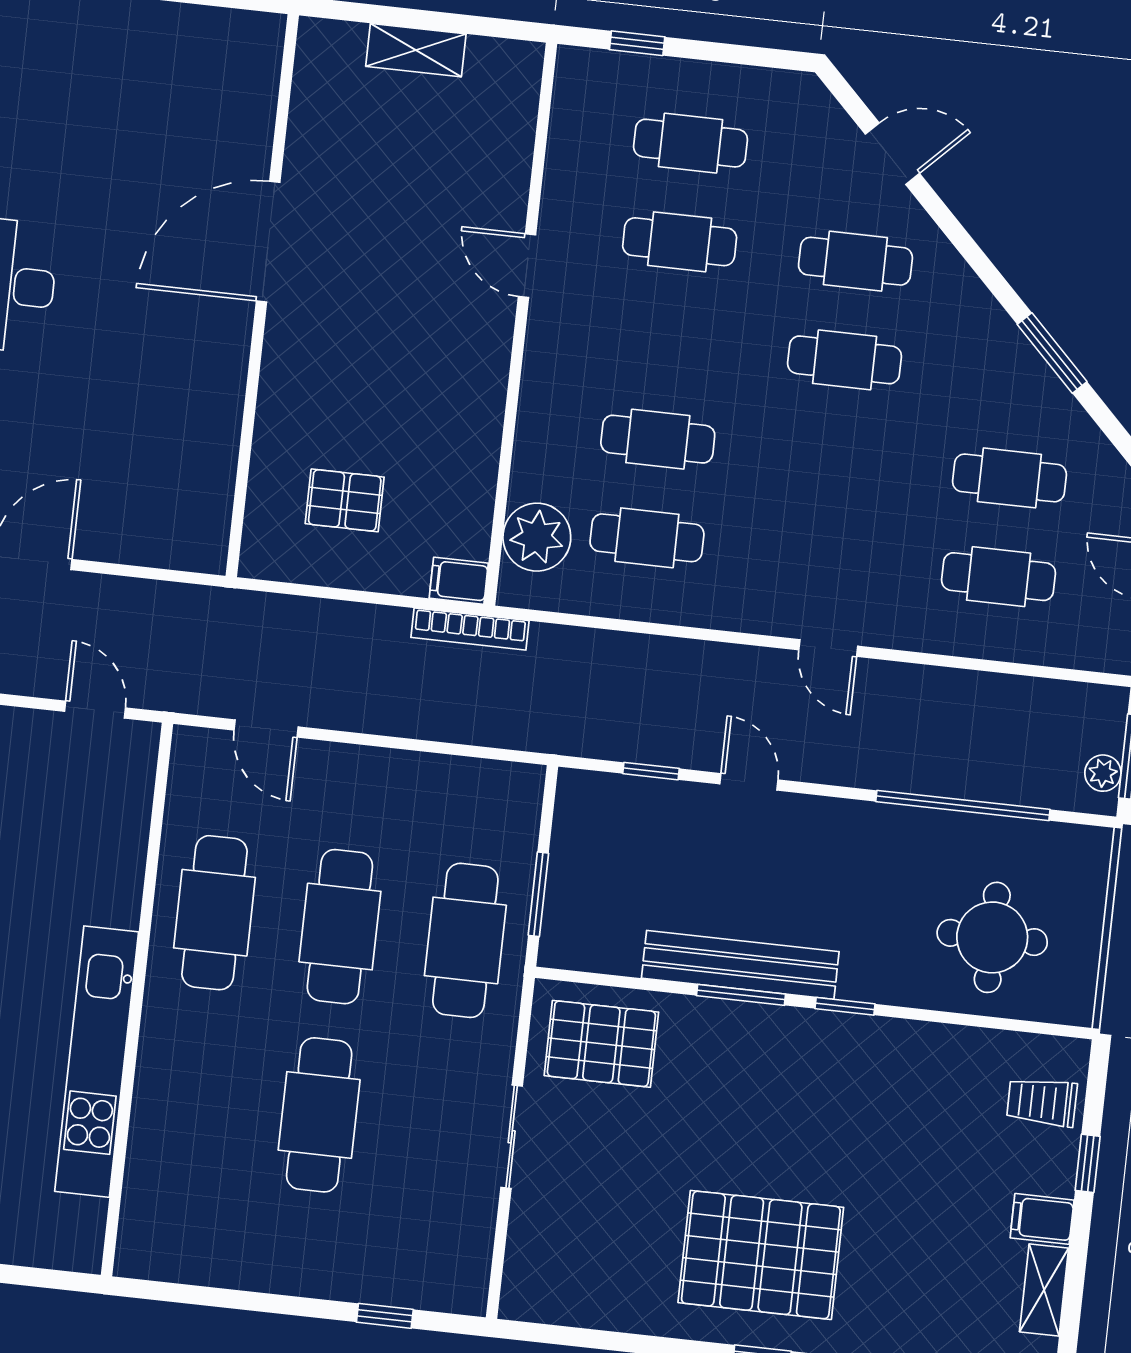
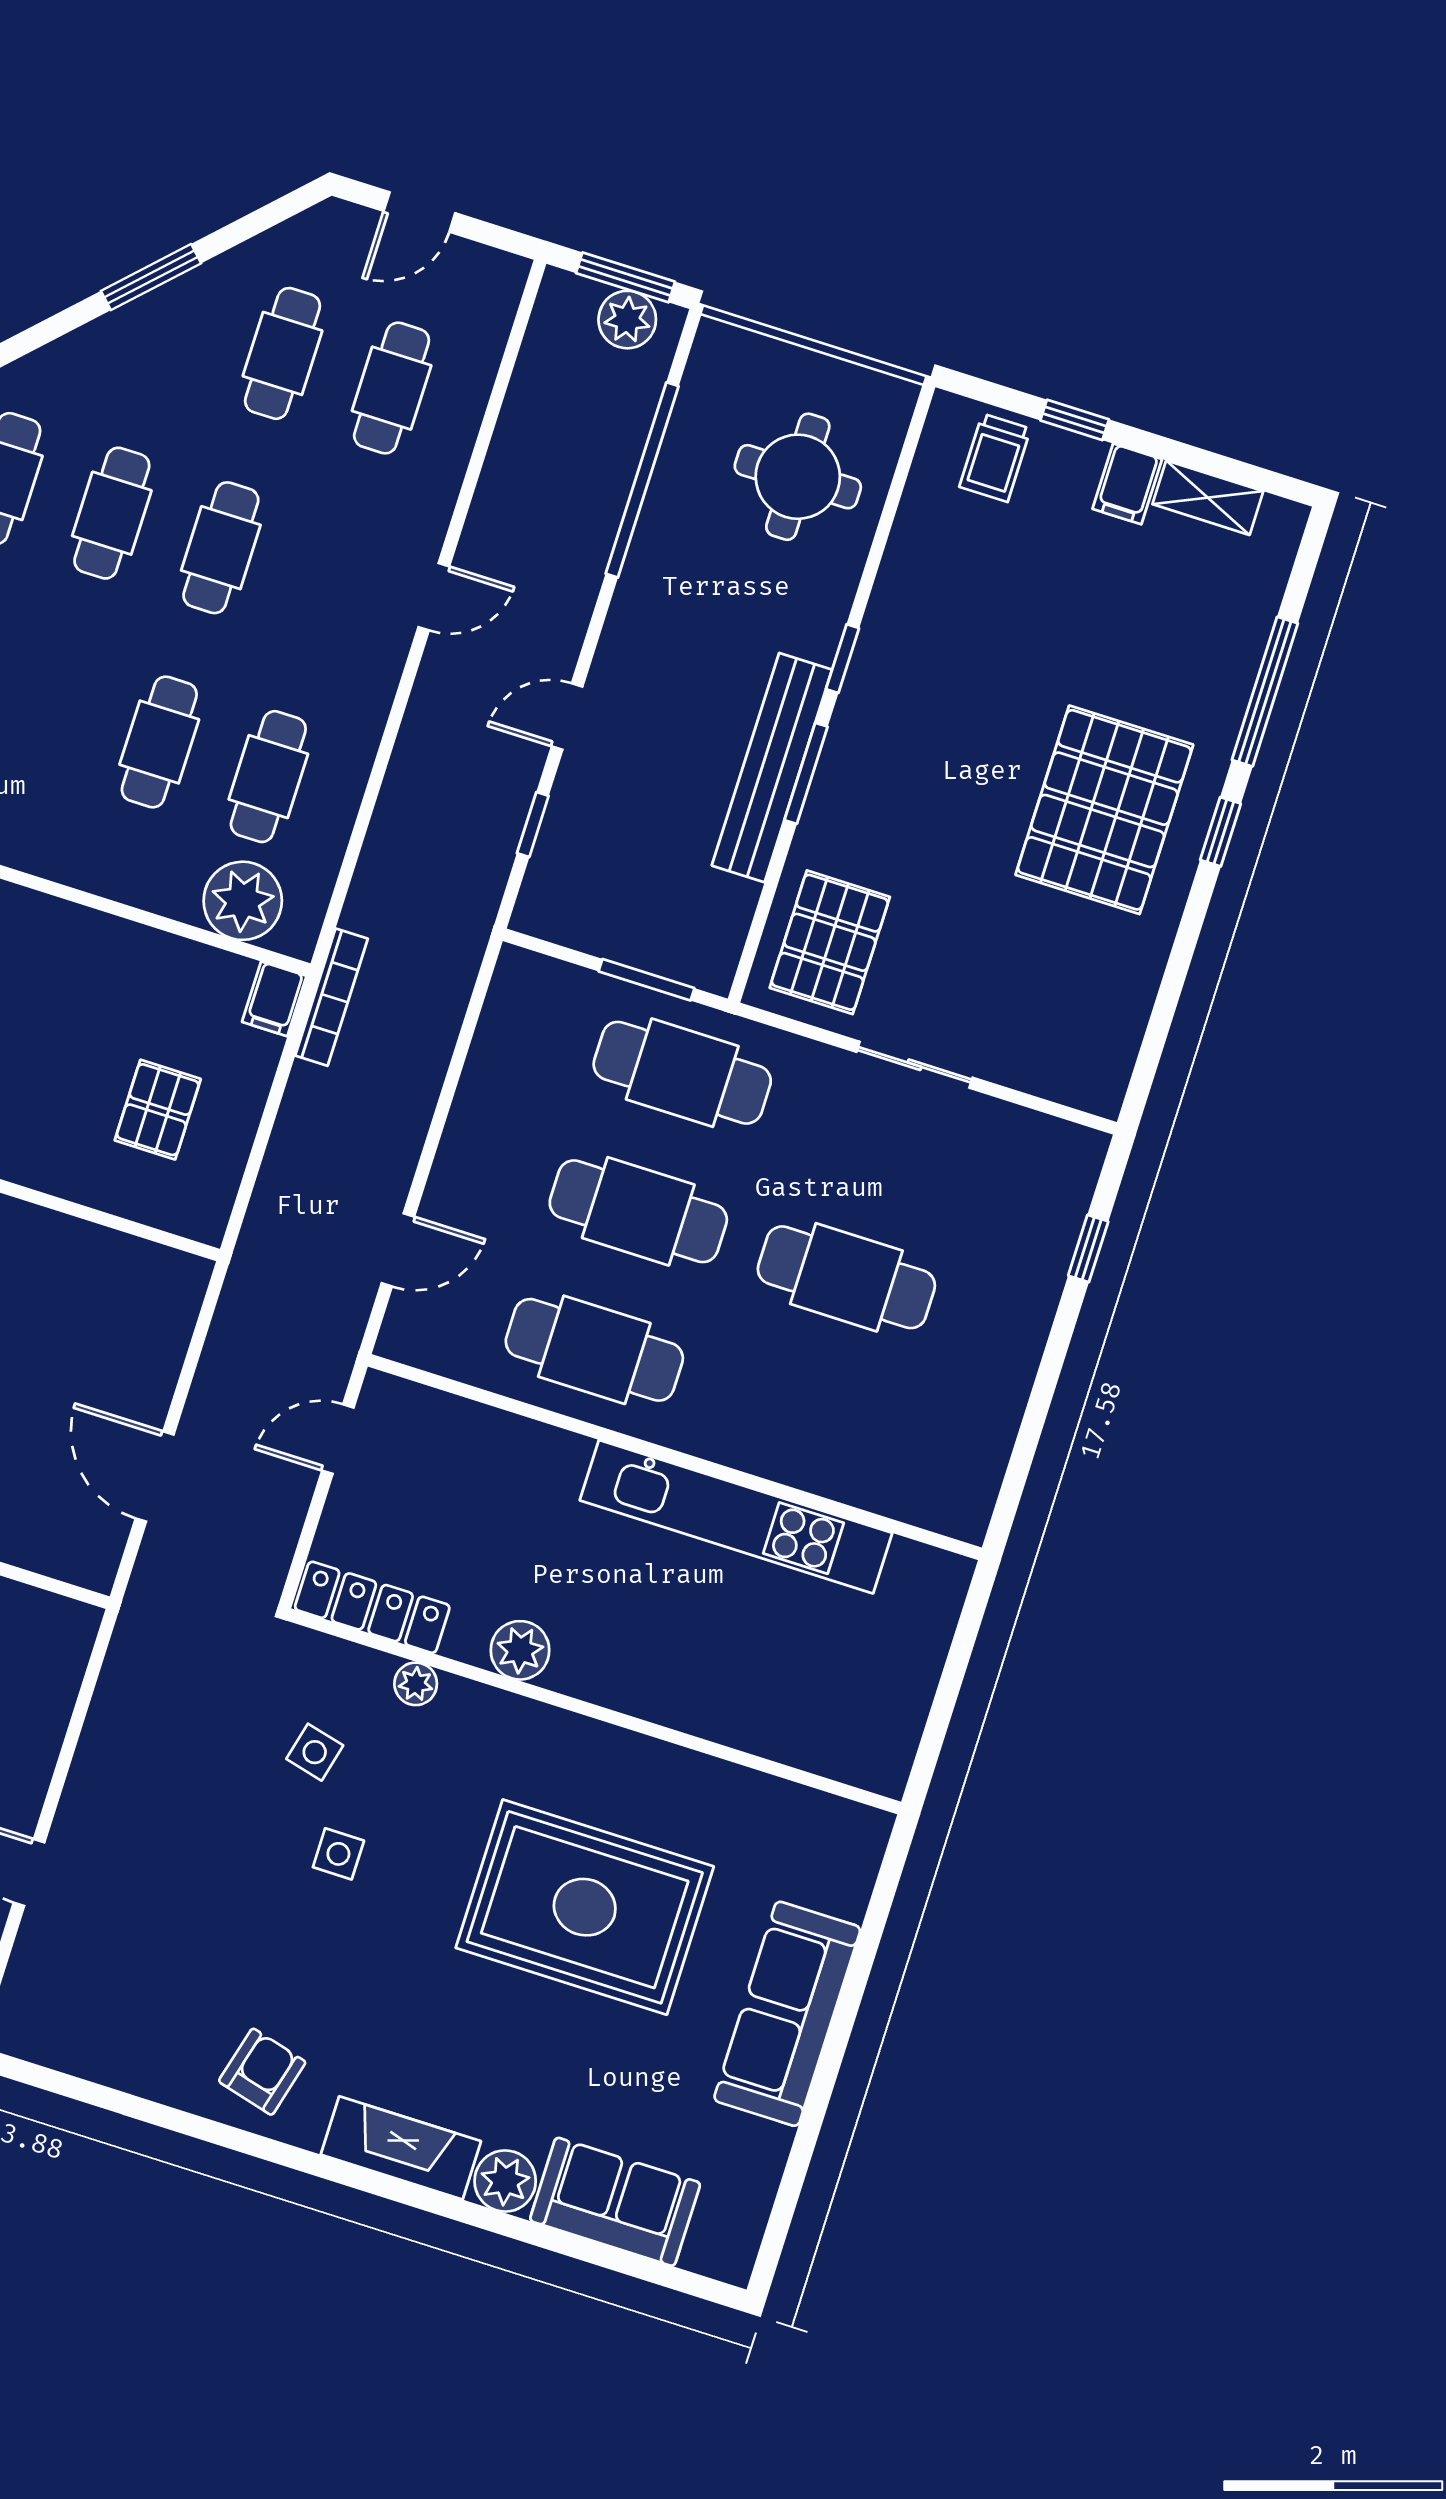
cafe table: (834, 459) -> (221, 548), added
plant: (1103, 773) -> (627, 320), width x1.38, depth x1.38

